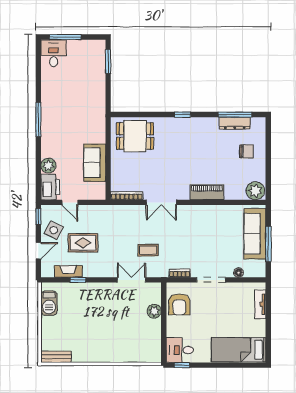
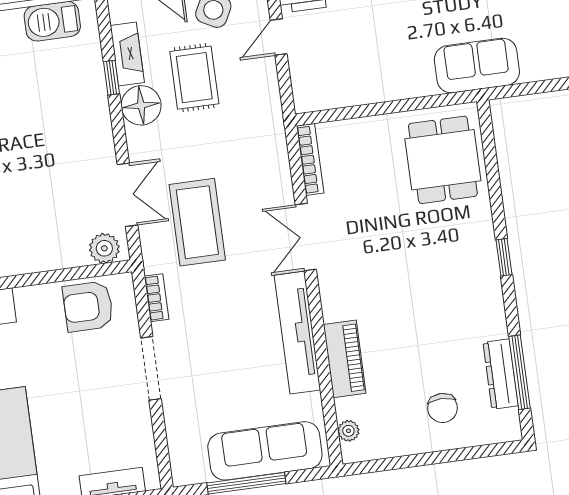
sofa: (95, 163) -> (477, 66), moved
plant: (255, 191) -> (348, 431), width x0.53, depth x0.53
piano: (207, 192) -> (345, 359), moved
tv unit: (204, 212) -> (297, 333), added
coffee table: (148, 250) -> (197, 222), width x1.86, depth x1.72
floor lamp: (239, 273) -> (141, 105), moved, width x1.89, depth x1.89
plant: (154, 311) -> (104, 248), moved

